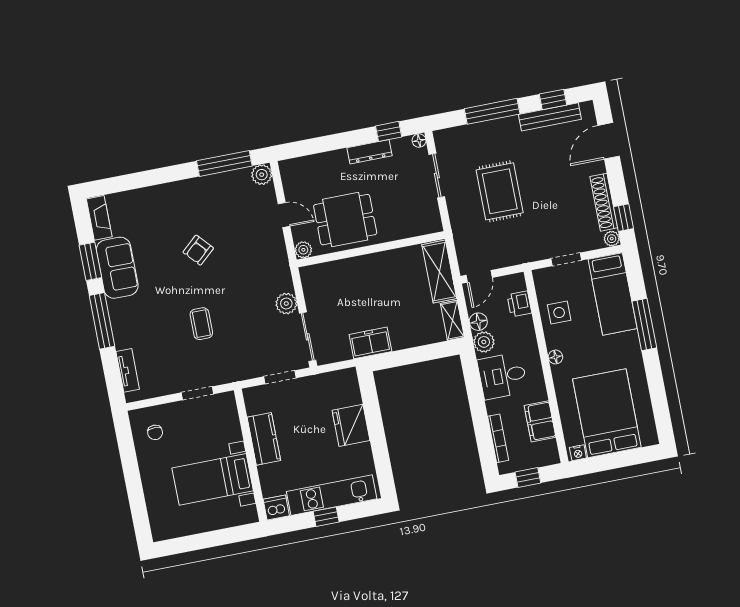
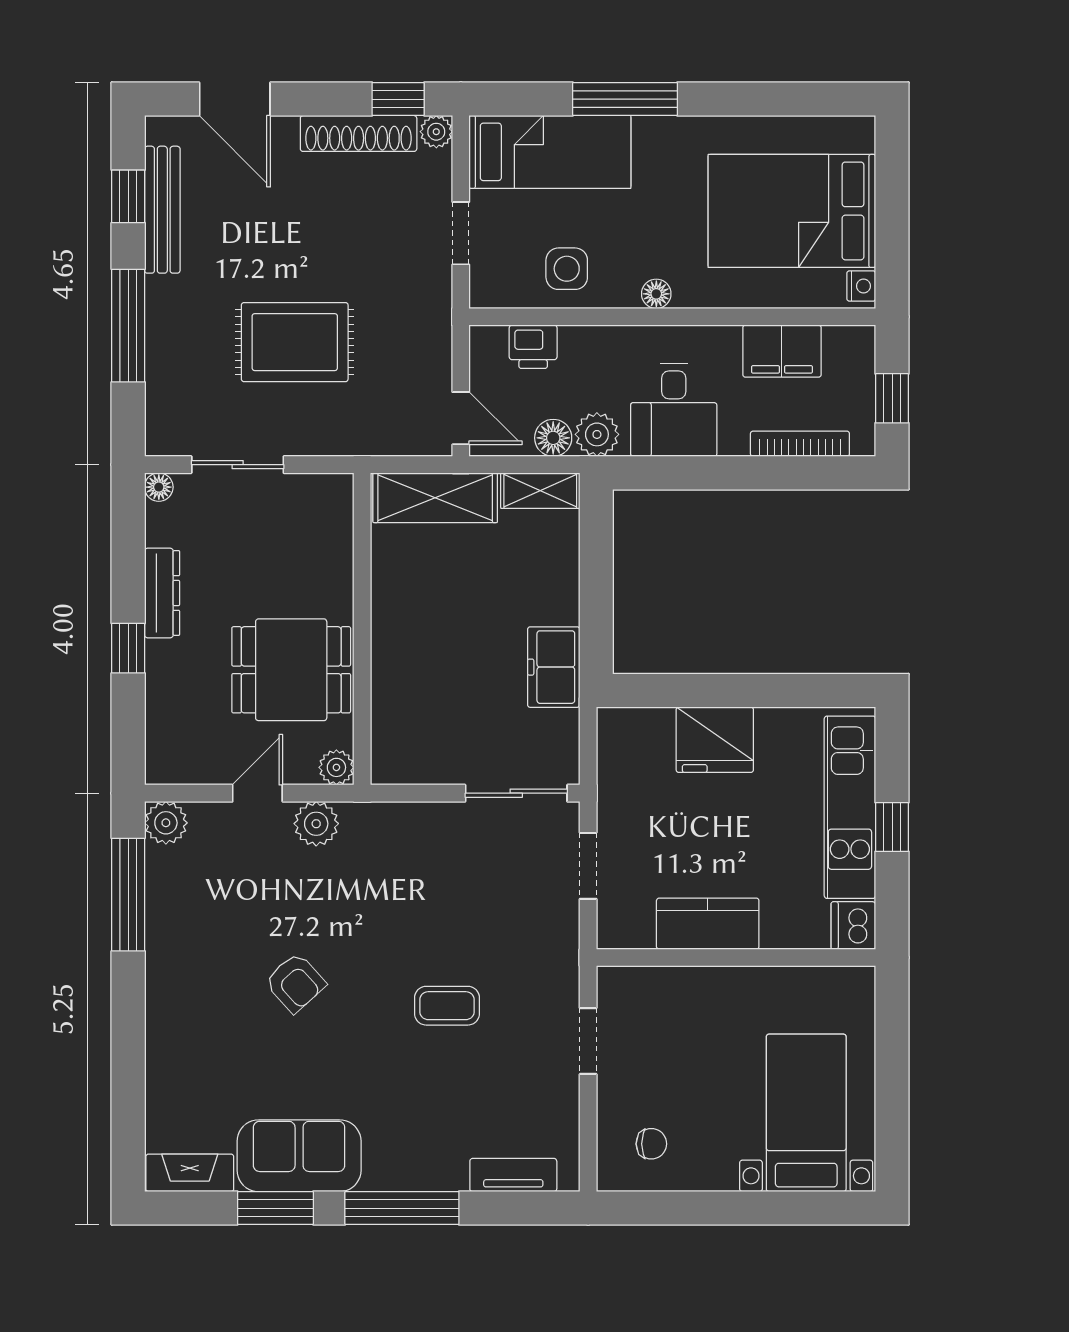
window: (389, 131) -> (128, 648), moved
dining table: (345, 220) -> (291, 670), turned 90
plant: (286, 304) -> (316, 824), moved
bed with nightstands: (213, 479) -> (806, 1113), moved, turned 180

